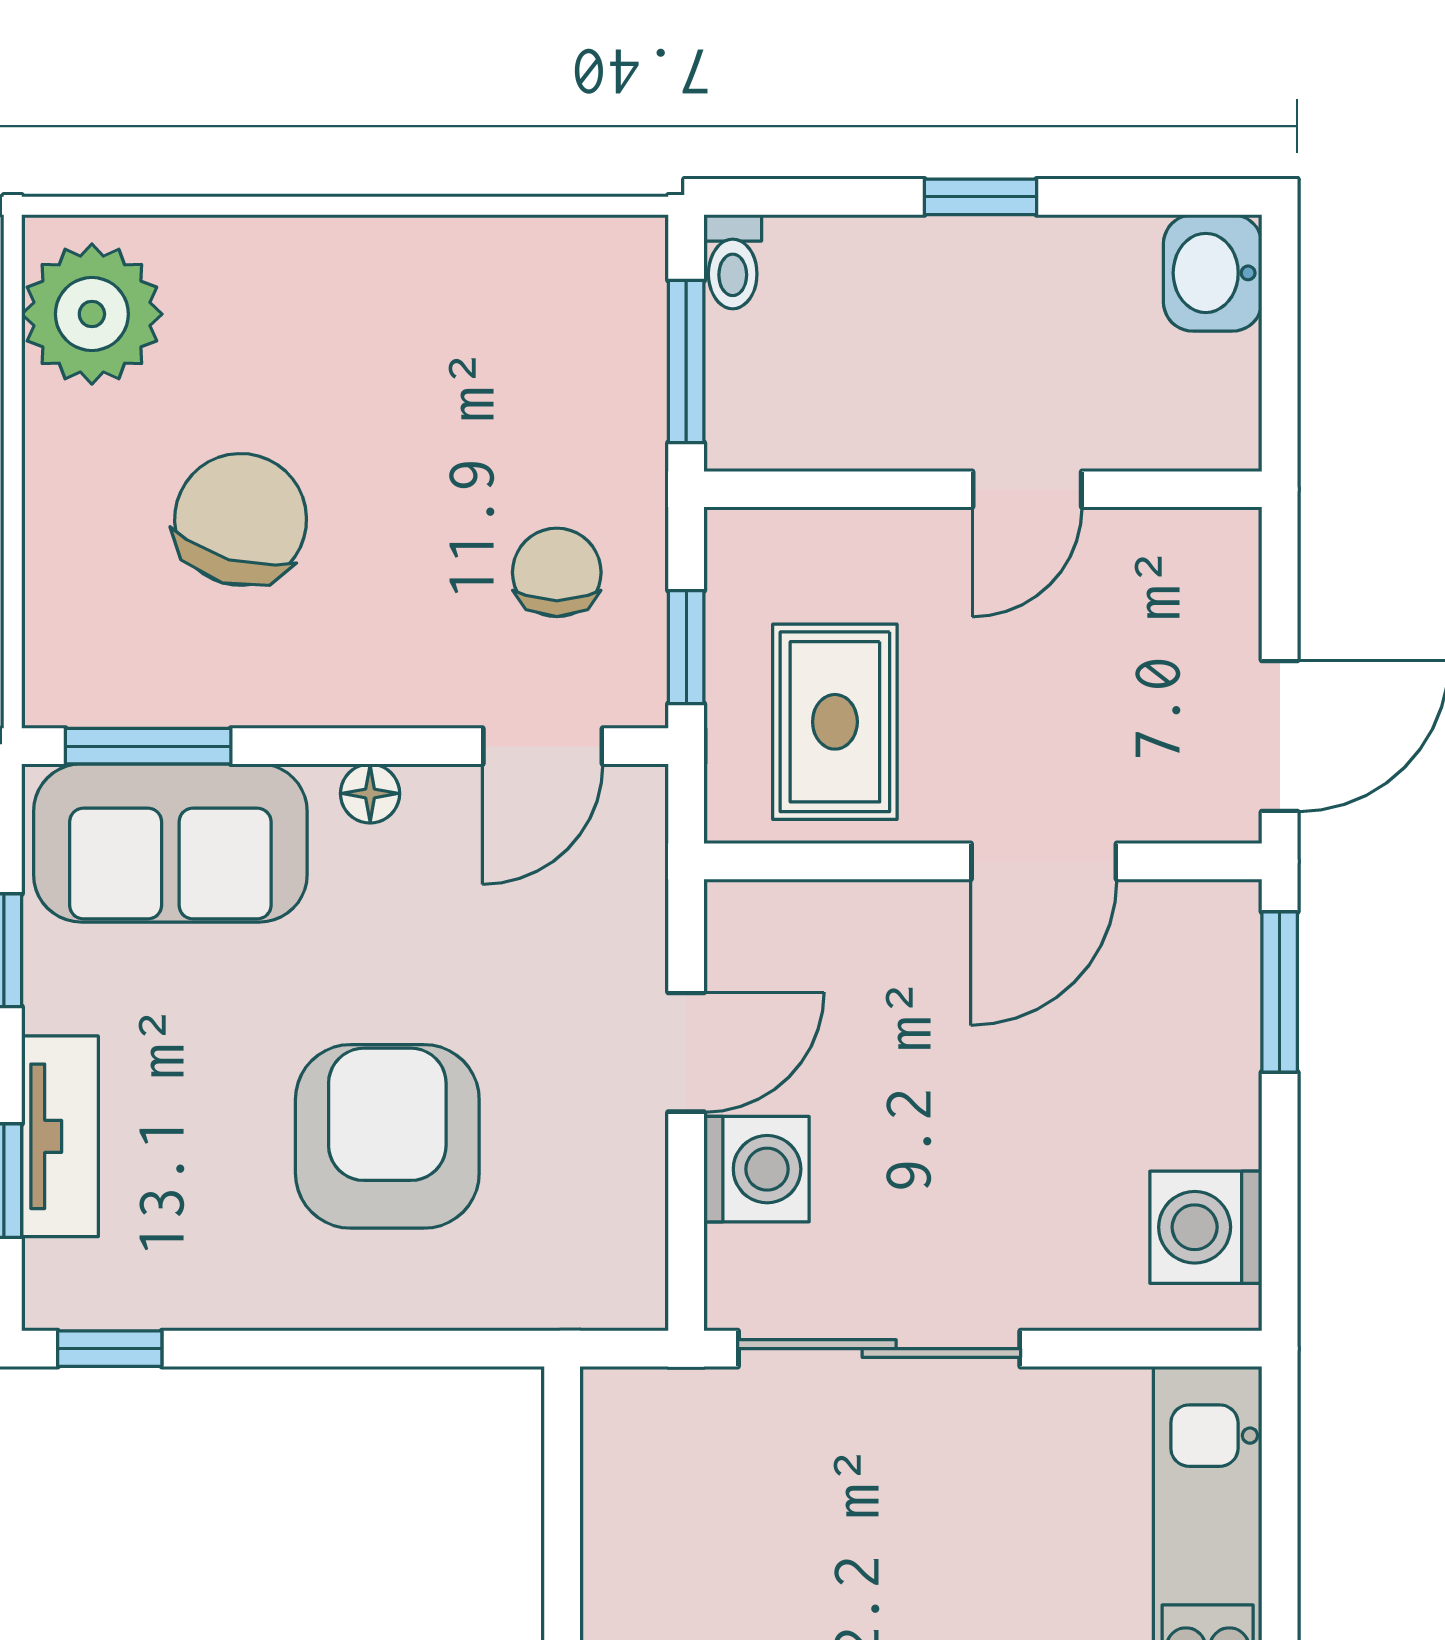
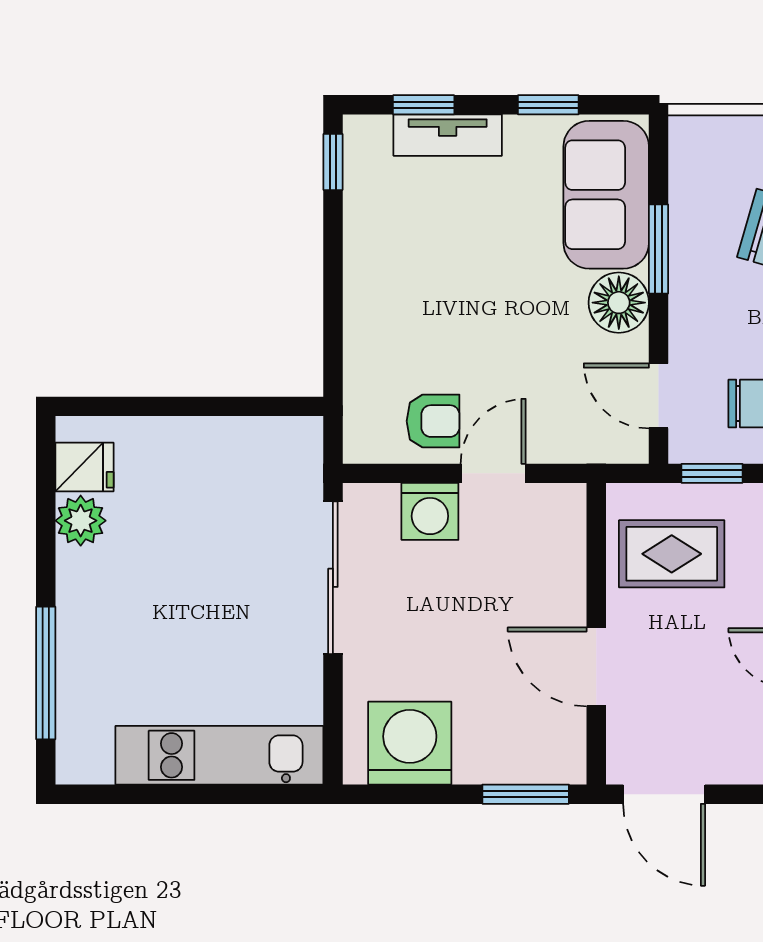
window: (148, 746) -> (659, 249), moved
floor lamp: (370, 793) -> (619, 303), width x1.89, depth x1.89
door: (686, 1052) -> (493, 473), swing flipped
armchair: (387, 1136) -> (433, 421), moved, width x0.53, depth x0.53
washing machine: (1206, 1227) -> (410, 743), width x1.37, depth x1.37

